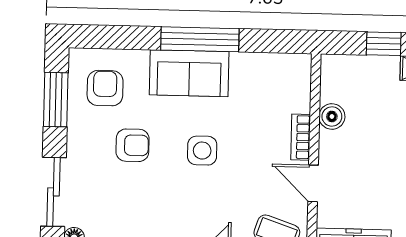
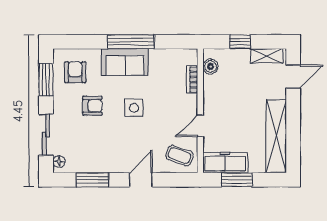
boiler: (332, 116) -> (210, 67), moved
bookcase: (301, 137) -> (192, 80), moved
door: (313, 183) -> (200, 126), hinge flipped

